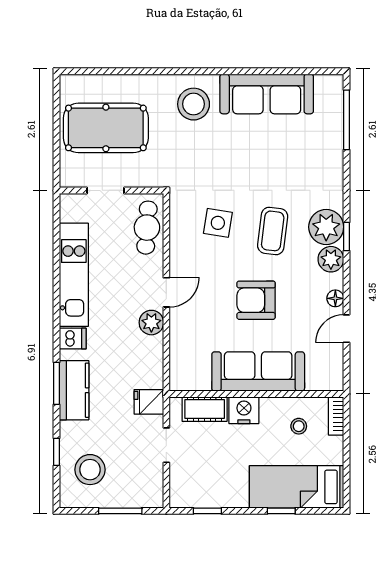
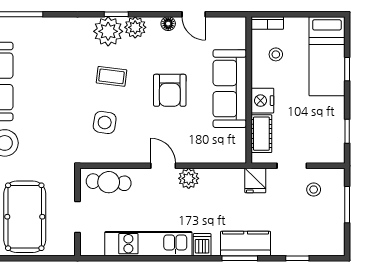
coffee table: (273, 231) -> (111, 76), width x0.73, depth x0.77
stool: (90, 470) -> (314, 190), moved, width x0.53, depth x0.53

